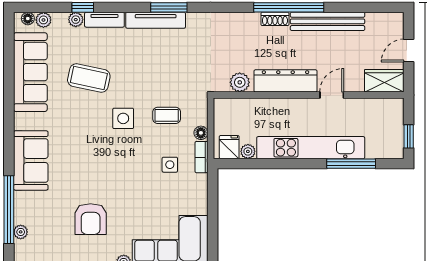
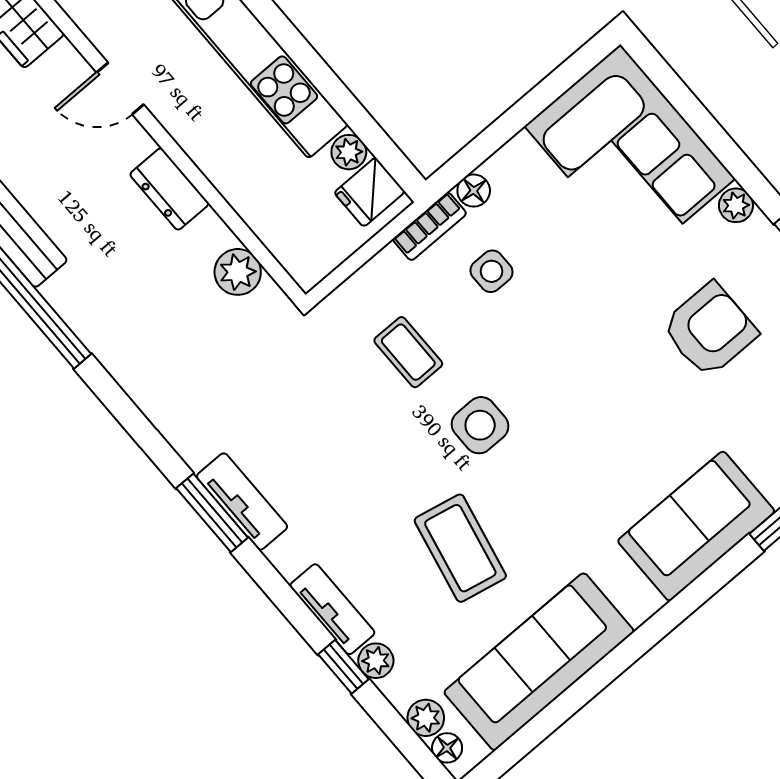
shoe rack: (275, 19) -> (71, 306), removed
tv unit: (156, 20) -> (242, 502), width x0.71
dresser: (285, 81) -> (169, 189), width x0.51, depth x0.80
floor lamp: (201, 133) -> (474, 191), moved

